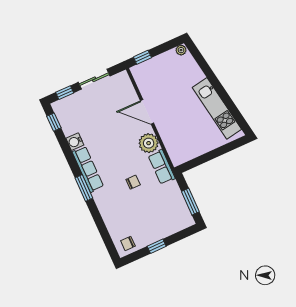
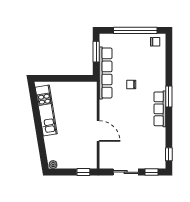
water cooler: (75, 142) -> (160, 133), removed
plant: (149, 143) -> (107, 108), removed
row of seats: (162, 167) -> (106, 73), width x2.02
window: (157, 246) -> (135, 30), width x3.17

